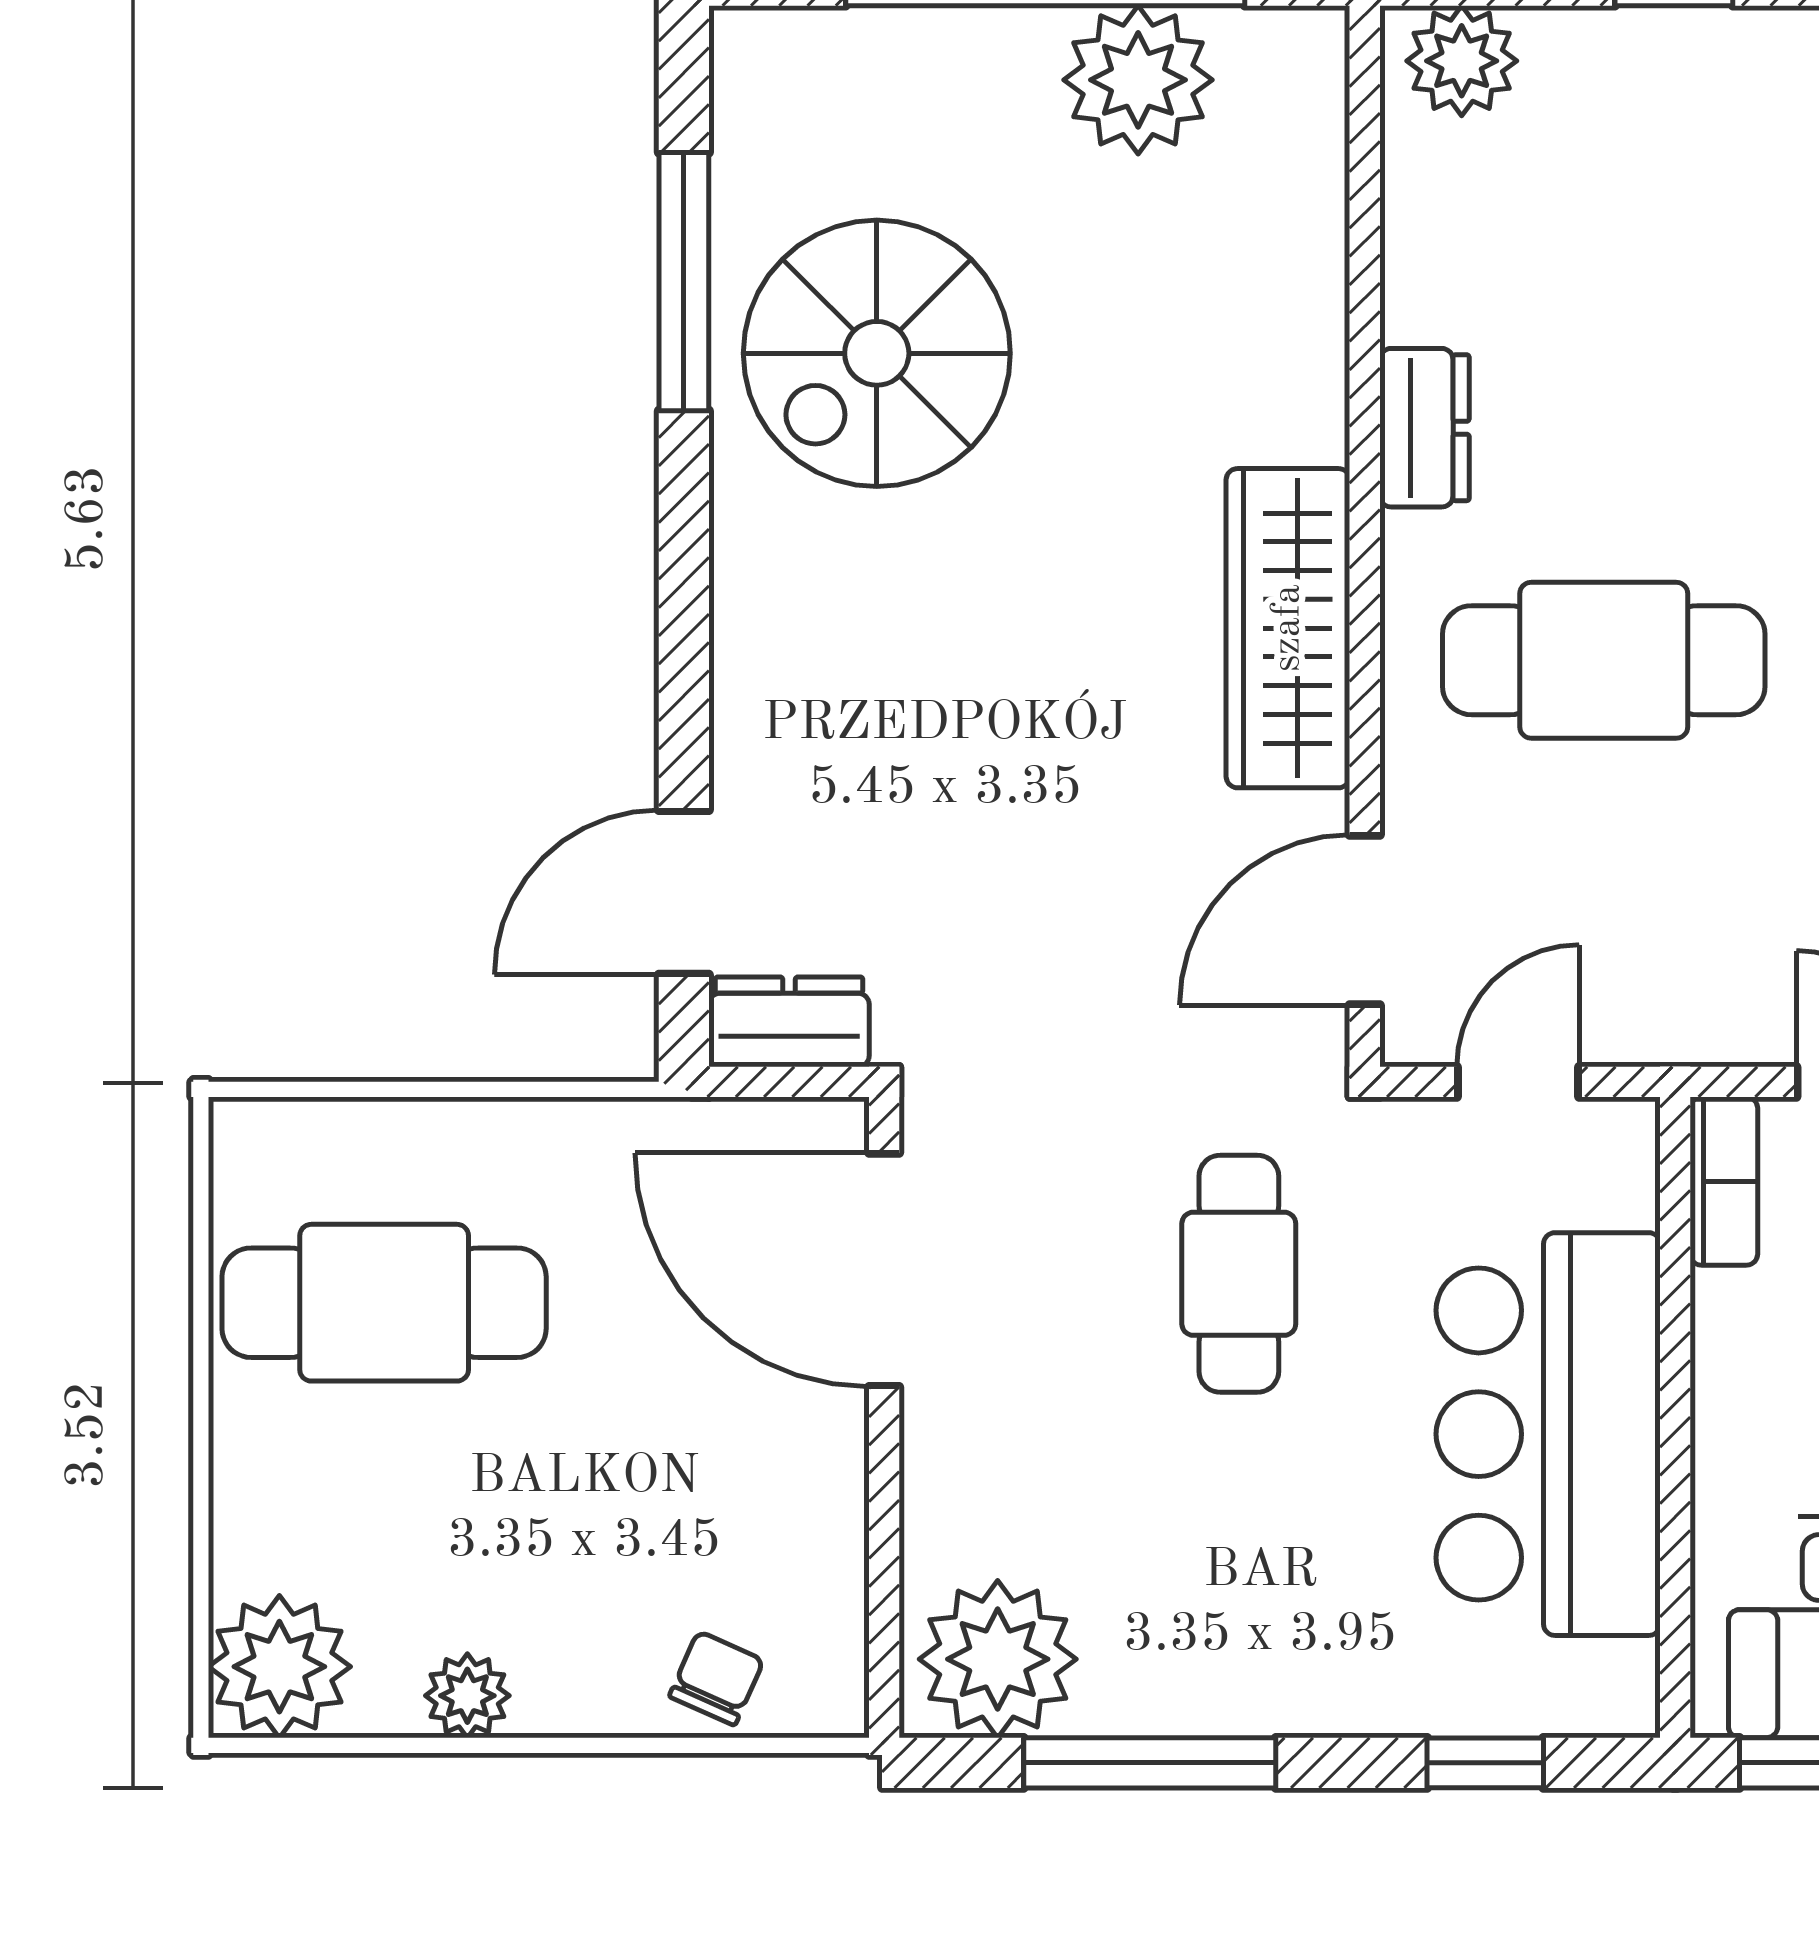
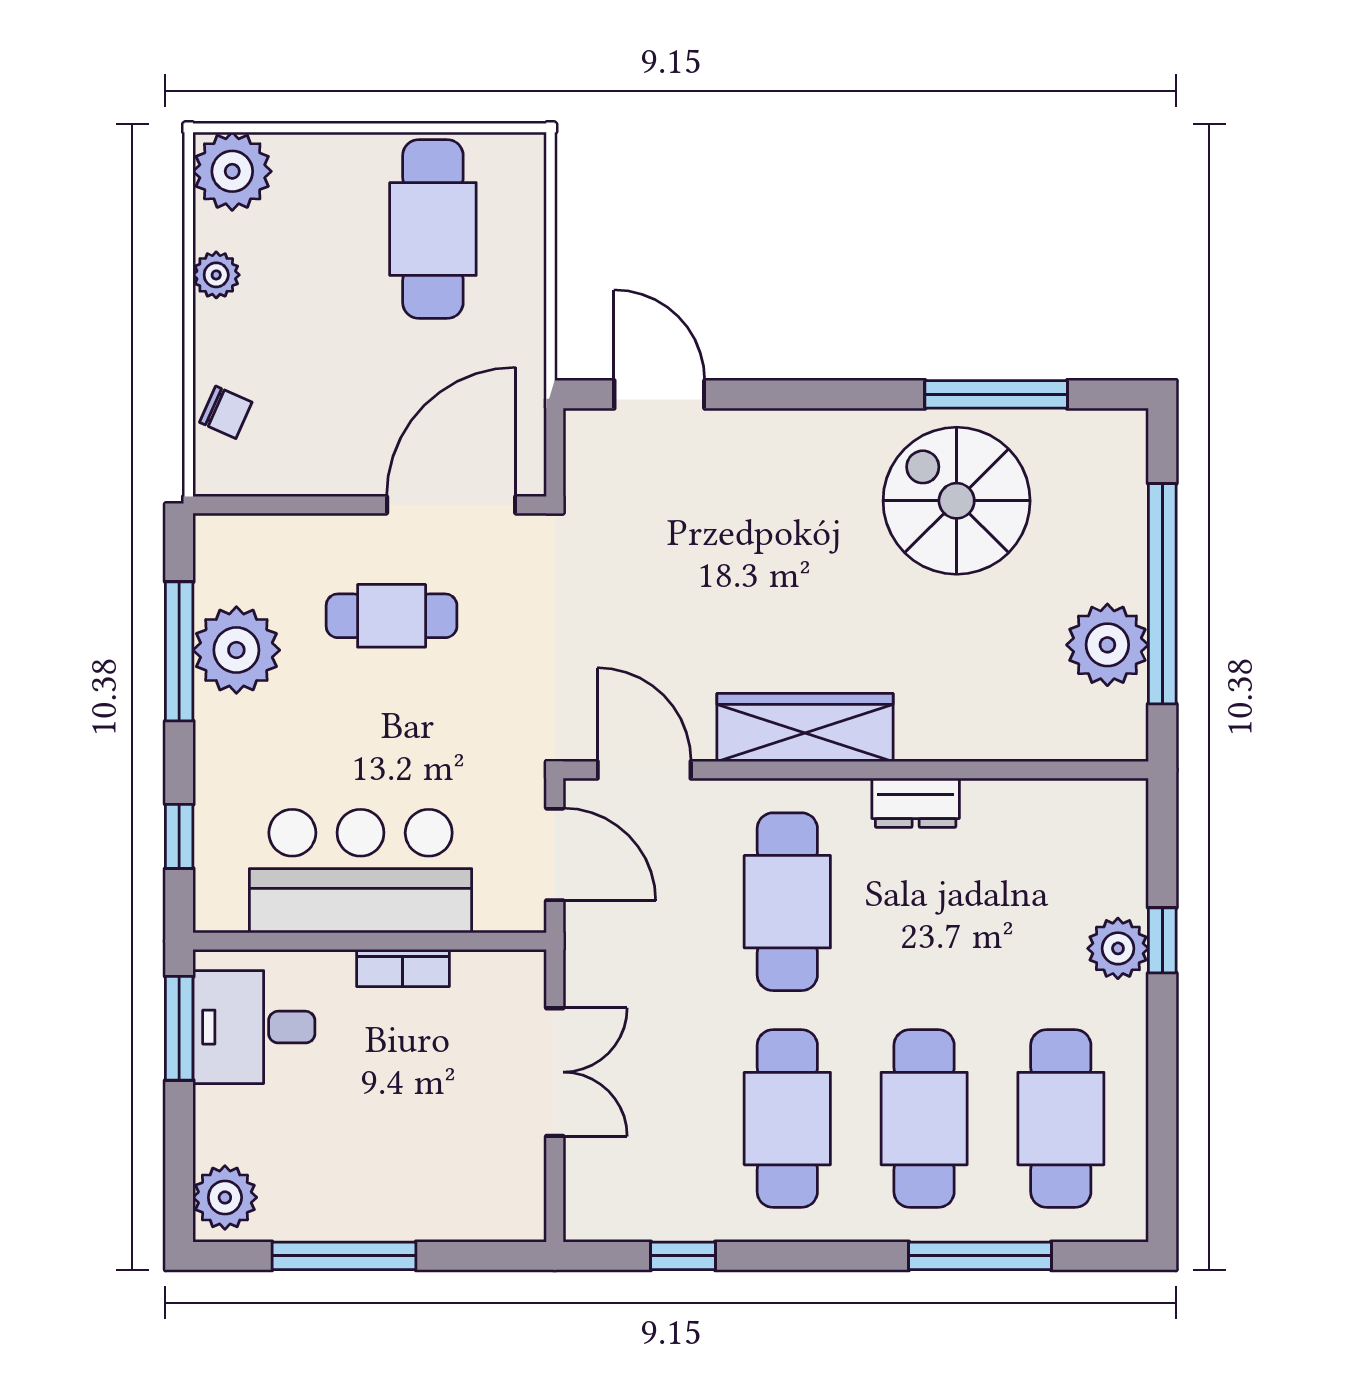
plant: (1462, 61) -> (1118, 948), moved
dresser: (789, 1022) -> (588, 452), removed
door: (1518, 1082) -> (555, 854), width x1.38
bookcase: (1724, 1181) -> (403, 968), moved
cafe table: (1239, 1274) -> (392, 616), moved
plant: (998, 1659) -> (236, 650), moved

